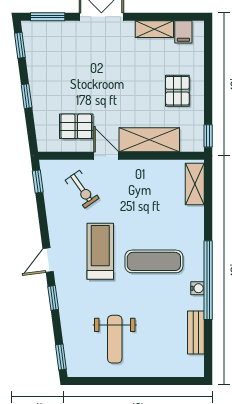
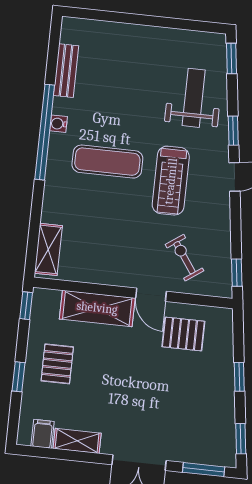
window: (208, 77) -> (18, 377), added
weight bench: (115, 339) -> (194, 98), moved

